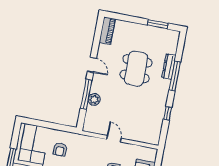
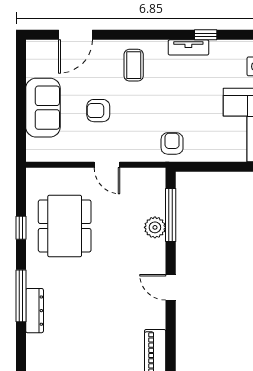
dining table: (136, 69) -> (65, 226), moved
window: (86, 94) -> (171, 215), moved
armchair: (60, 150) -> (172, 143), moved

